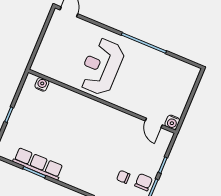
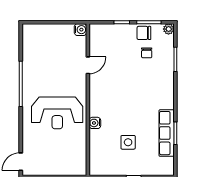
water cooler: (42, 84) -> (95, 123), moved
side table: (45, 123) -> (128, 142), added
door: (154, 123) -> (88, 65), moved

